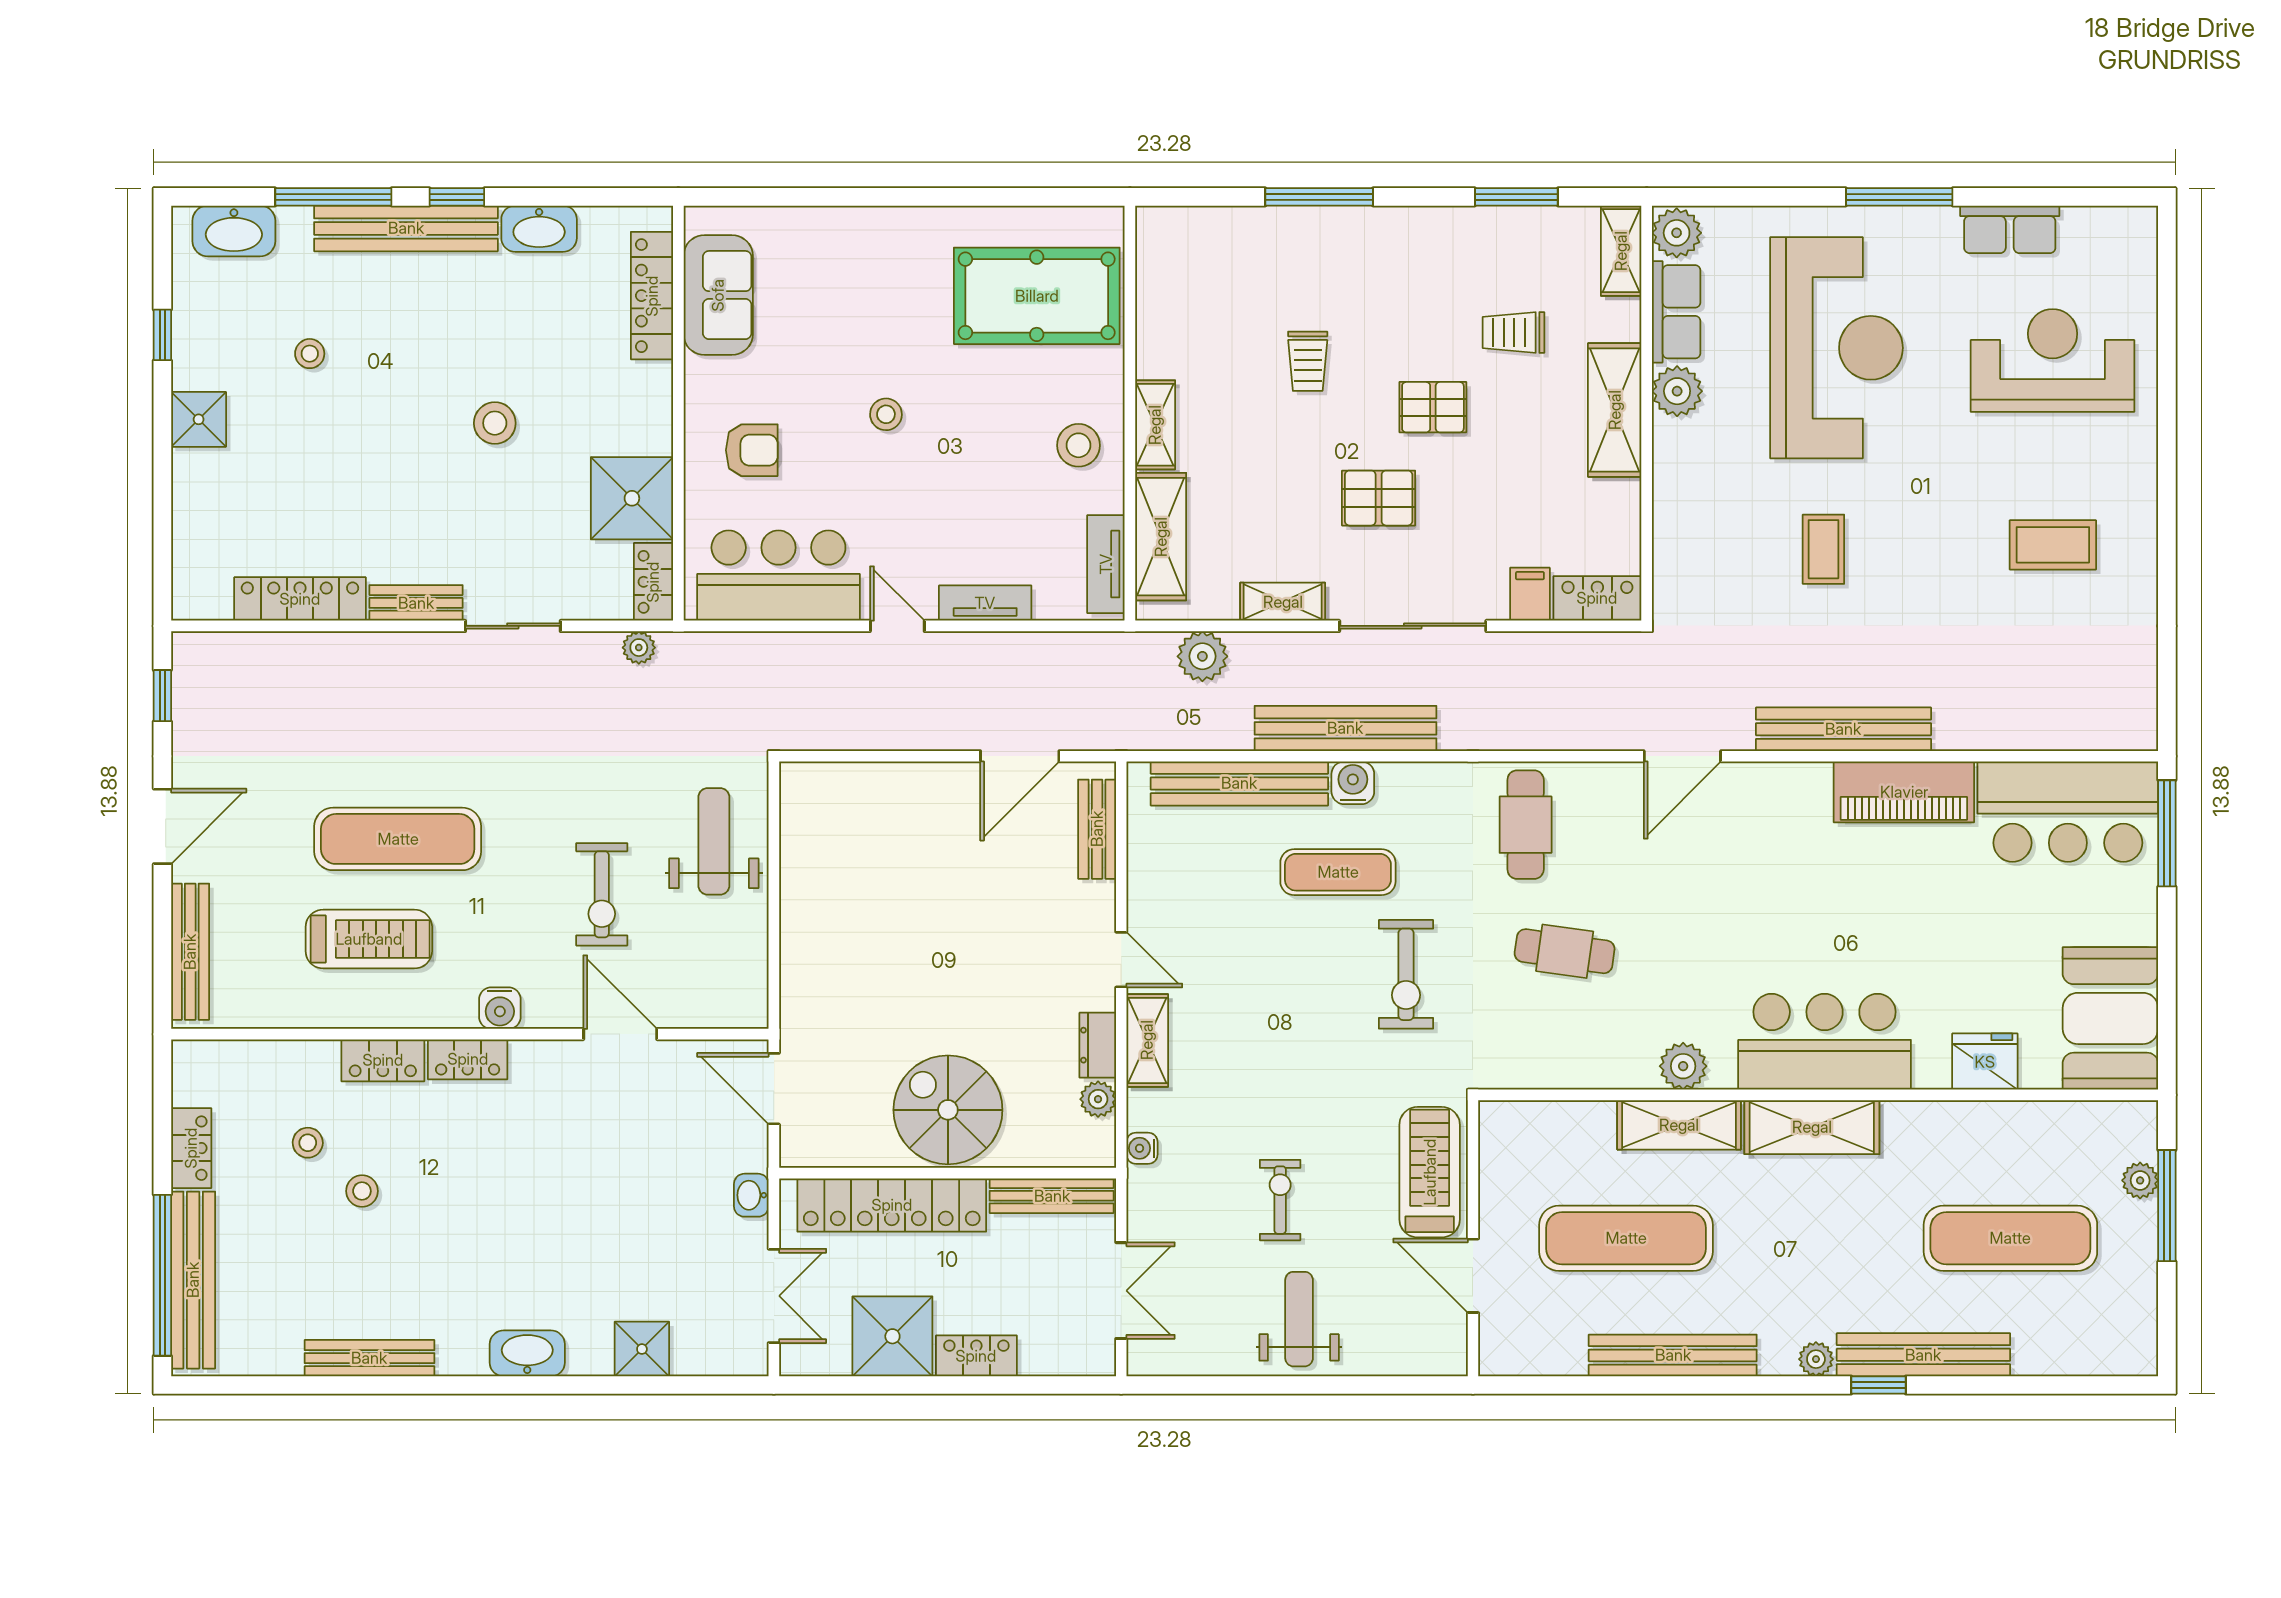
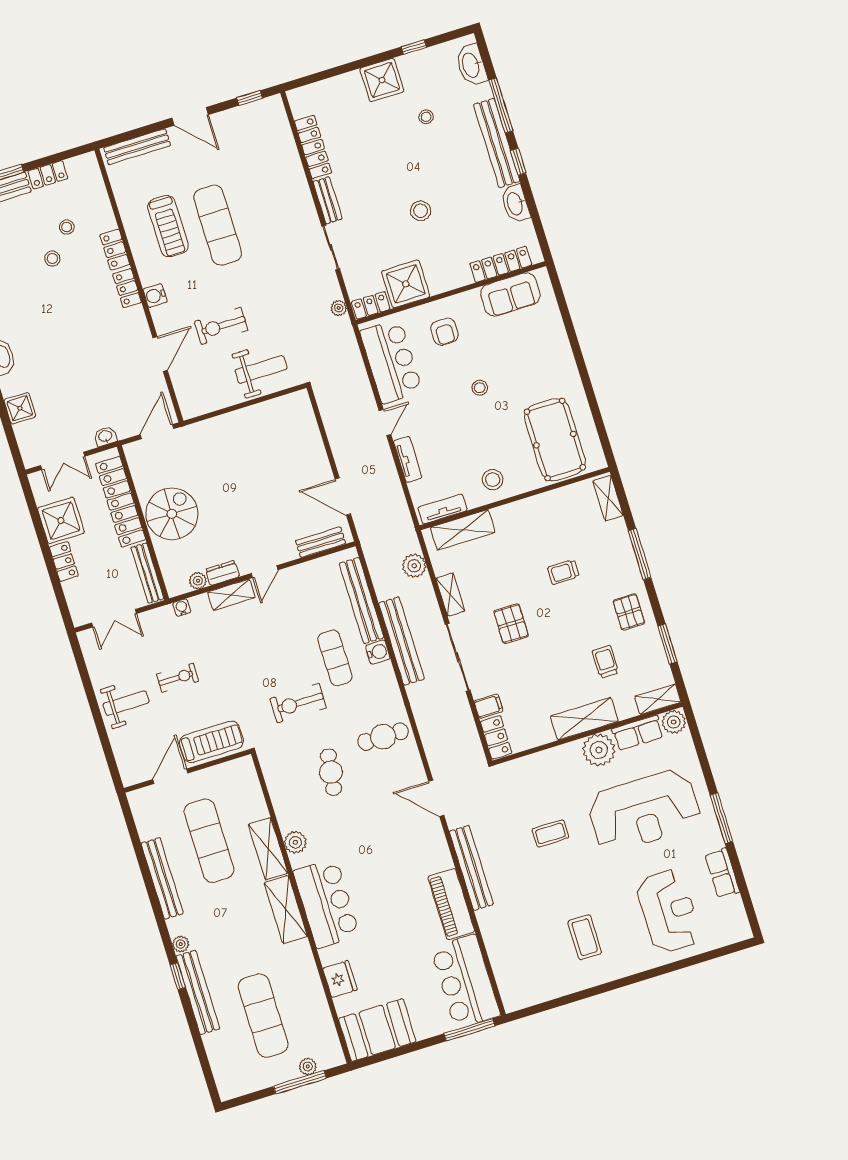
plant: (1677, 391) -> (599, 750), width x1.36, depth x1.36
pallet: (1433, 407) -> (629, 612), moved
shower: (199, 419) -> (382, 80), width x1.36, depth x1.36
shelving: (1155, 425) -> (608, 498), moved, turned 90

